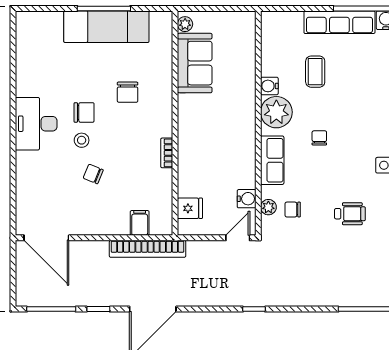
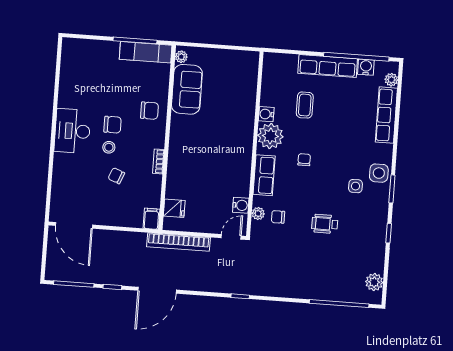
plant: (185, 24) -> (181, 57), moved
exam couch: (106, 27) -> (146, 52), width x0.73, depth x0.69
sofa: (195, 63) -> (187, 89), moved
chair: (128, 92) -> (149, 111), turned -90
wall: (175, 123) -> (167, 137), moved
bookcase: (167, 153) -> (158, 161), moved
fridge: (190, 208) -> (174, 208), moved
wheelchair: (350, 214) -> (325, 224), turned 180
bookcase: (148, 249) -> (179, 242), moved

